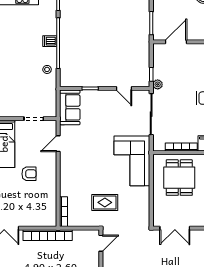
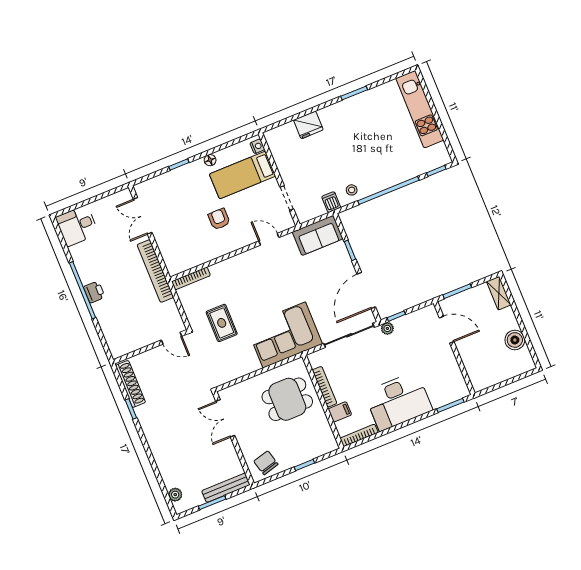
dishwasher: (50, 41) -> (331, 202), moved
door: (124, 88) -> (366, 291), width x1.87
armchair: (29, 174) -> (219, 219), turned 180

